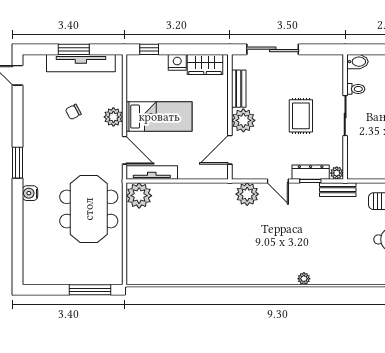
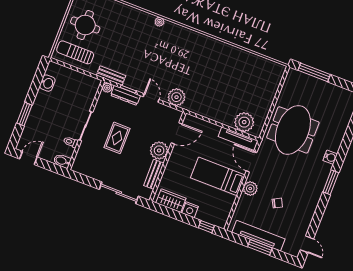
plant: (139, 196) -> (244, 122), moved

